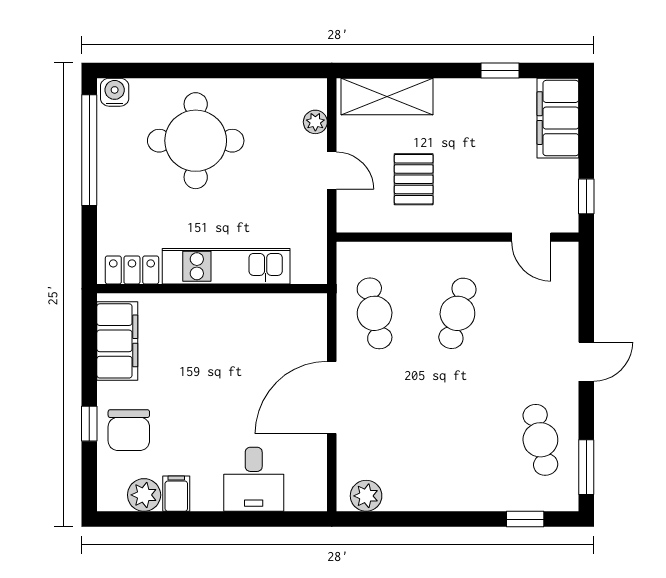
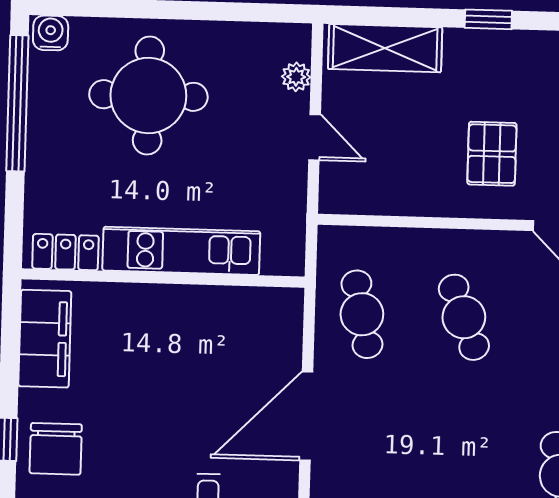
window: (500, 71) -> (488, 19), moved
pallet: (414, 179) -> (492, 154), moved
cafe table: (457, 313) -> (464, 317), turned -36

